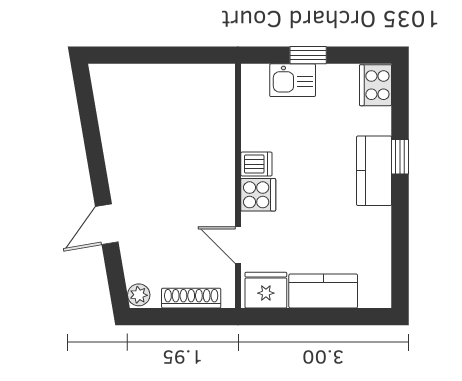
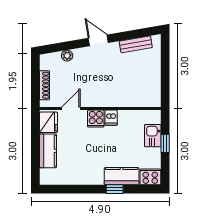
bench: (109, 114) -> (136, 44), added
kitchen counter: (374, 171) -> (122, 176), moved
door: (107, 224) -> (98, 40), moved
plant: (139, 295) -> (67, 56), moved

